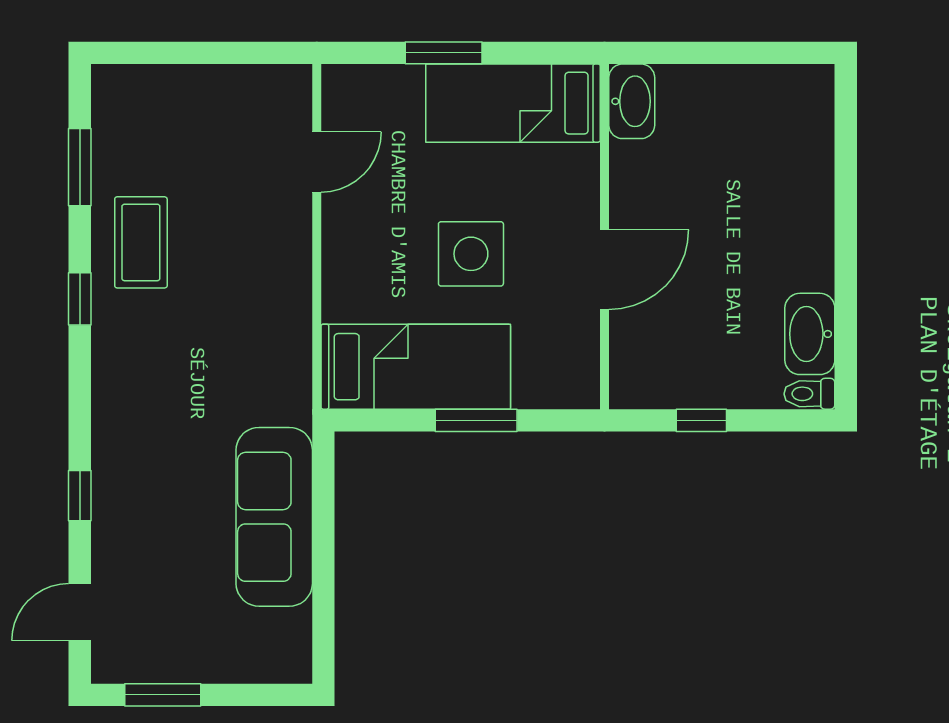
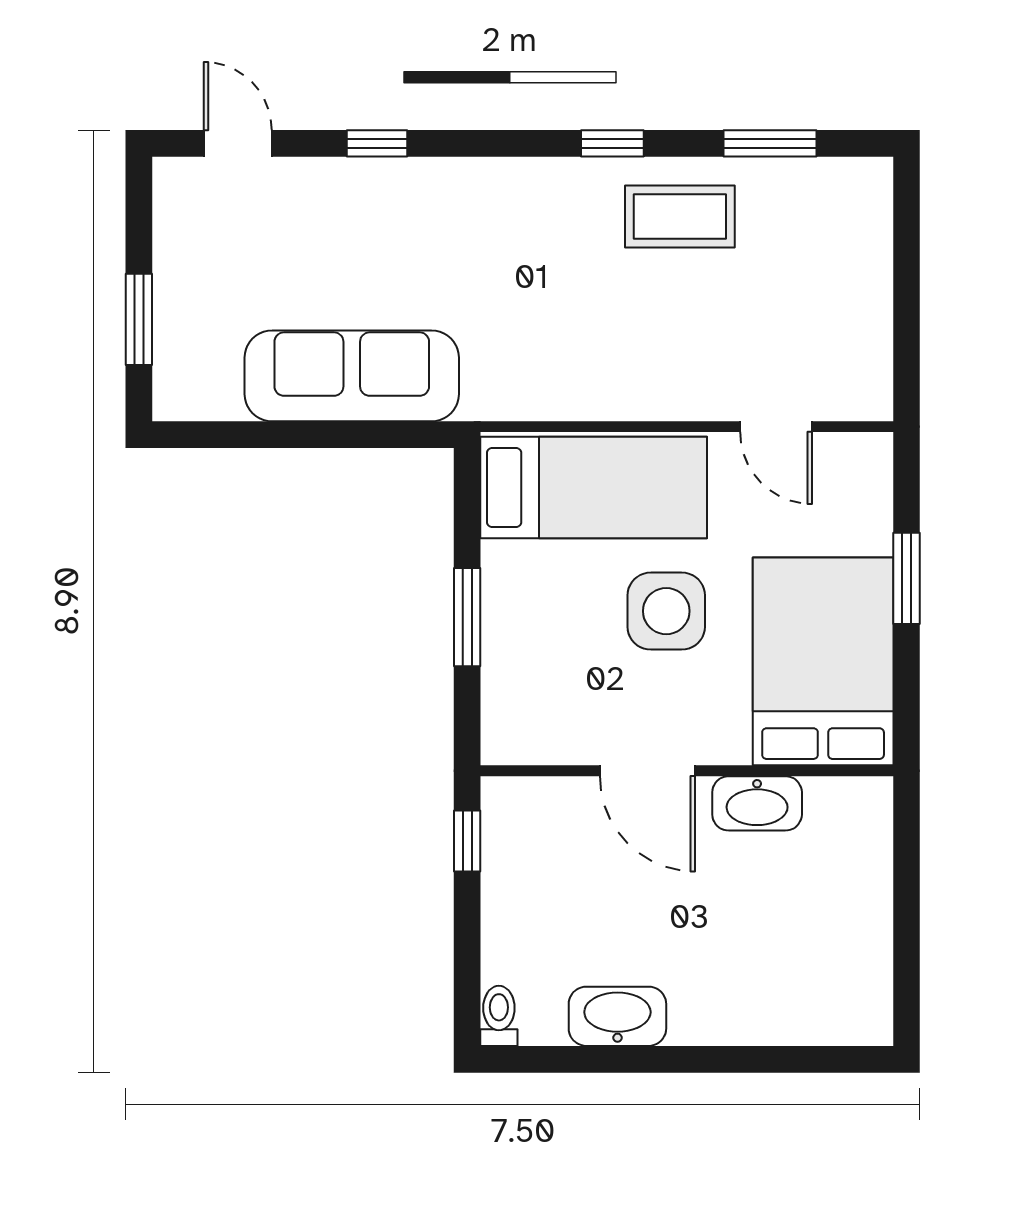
washbasin: (632, 101) -> (757, 803), moved
bed: (513, 103) -> (823, 661), width x1.50
washbasin: (810, 334) -> (617, 1016), moved
bed: (416, 367) -> (594, 488), moved, turned -90
window: (701, 420) -> (467, 841), moved
window: (163, 695) -> (139, 319), moved

